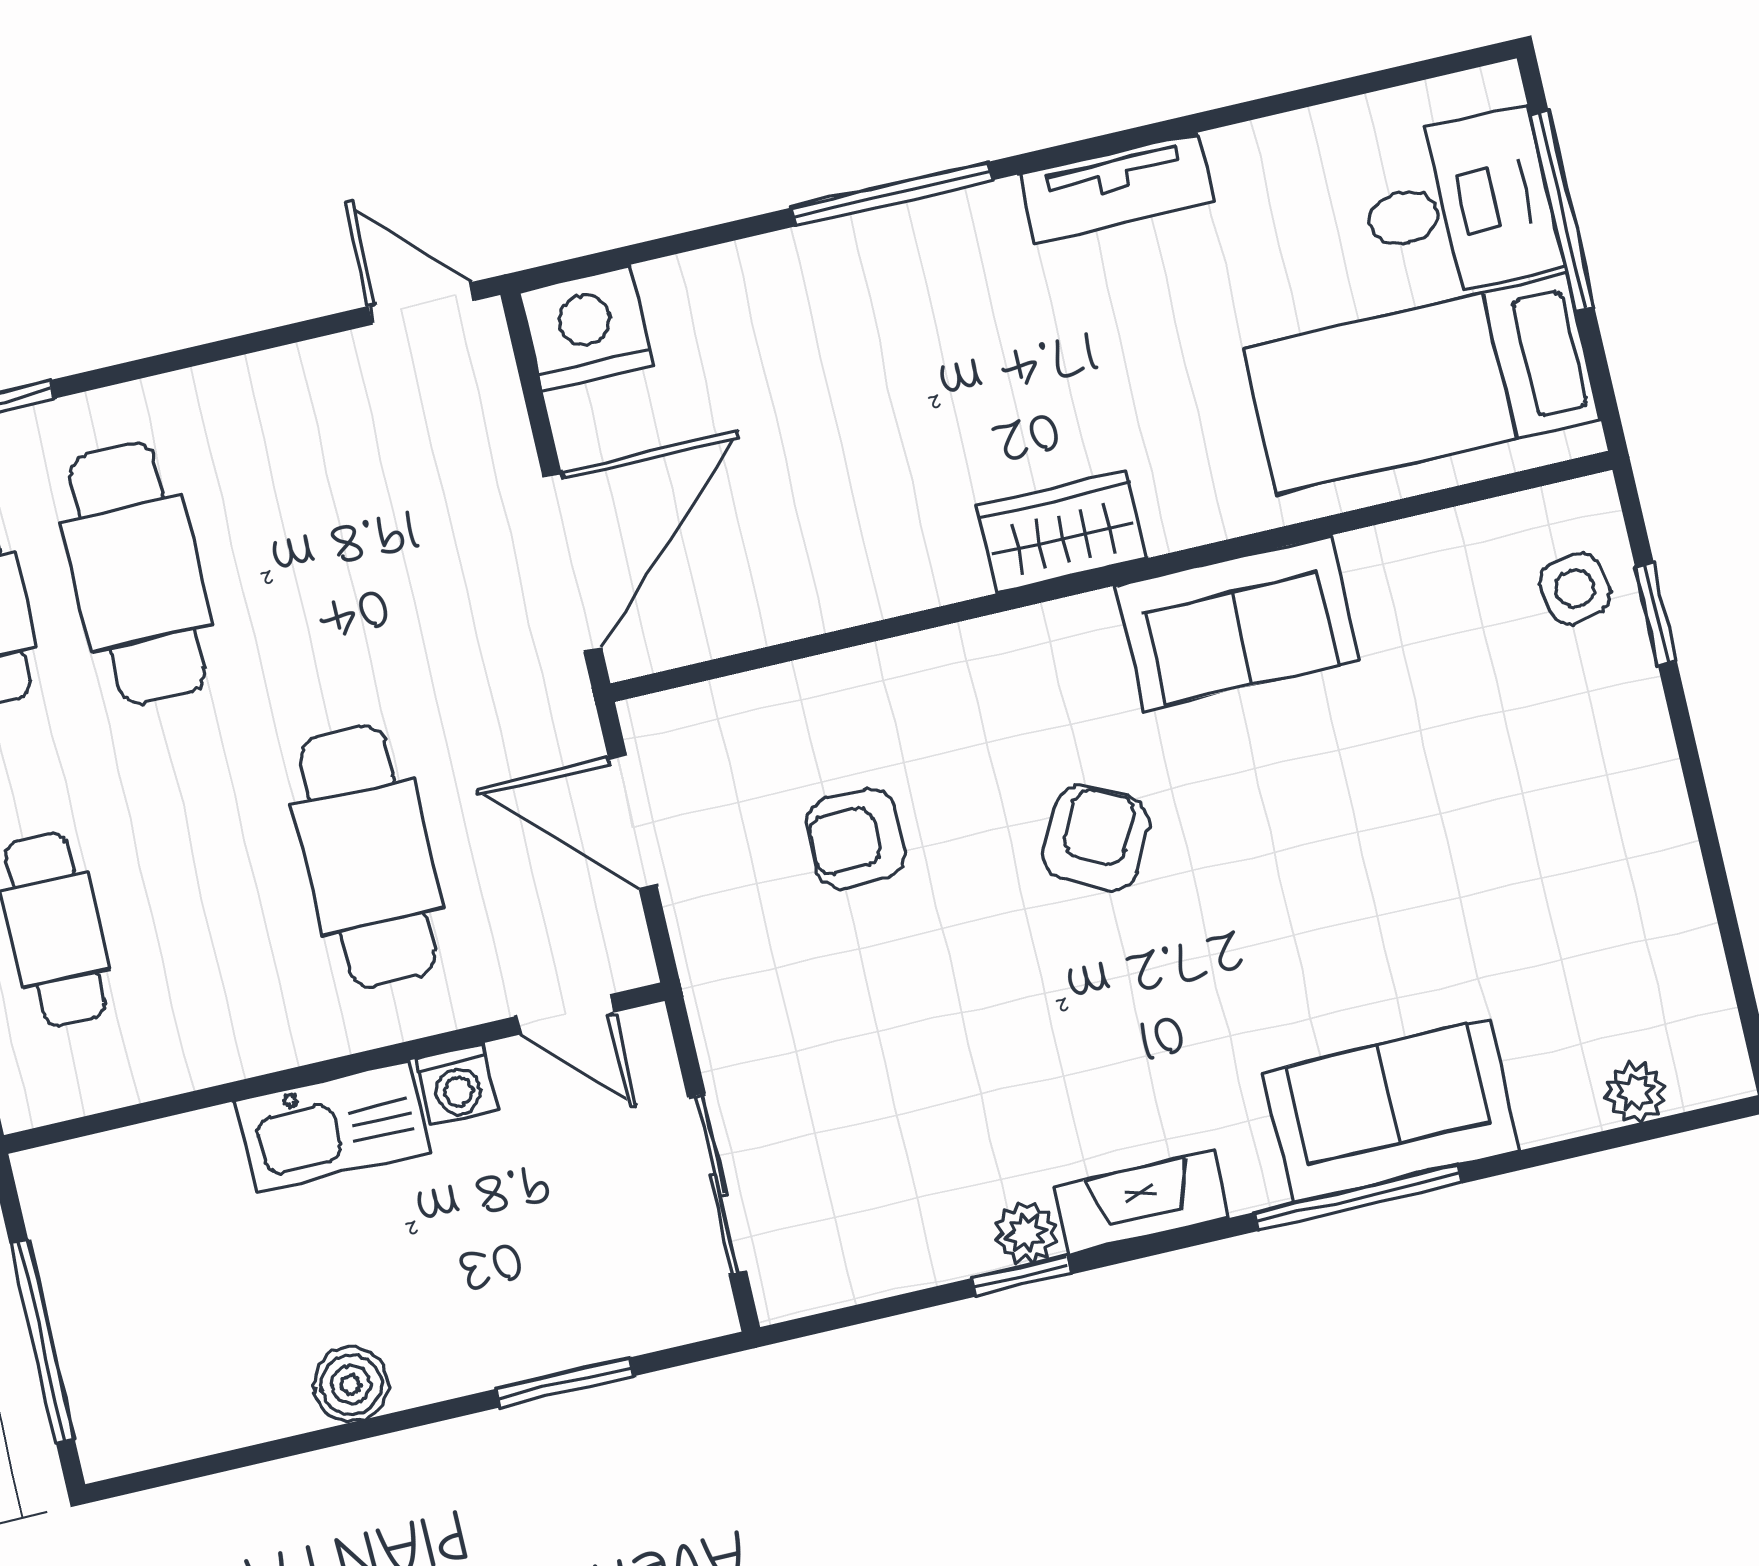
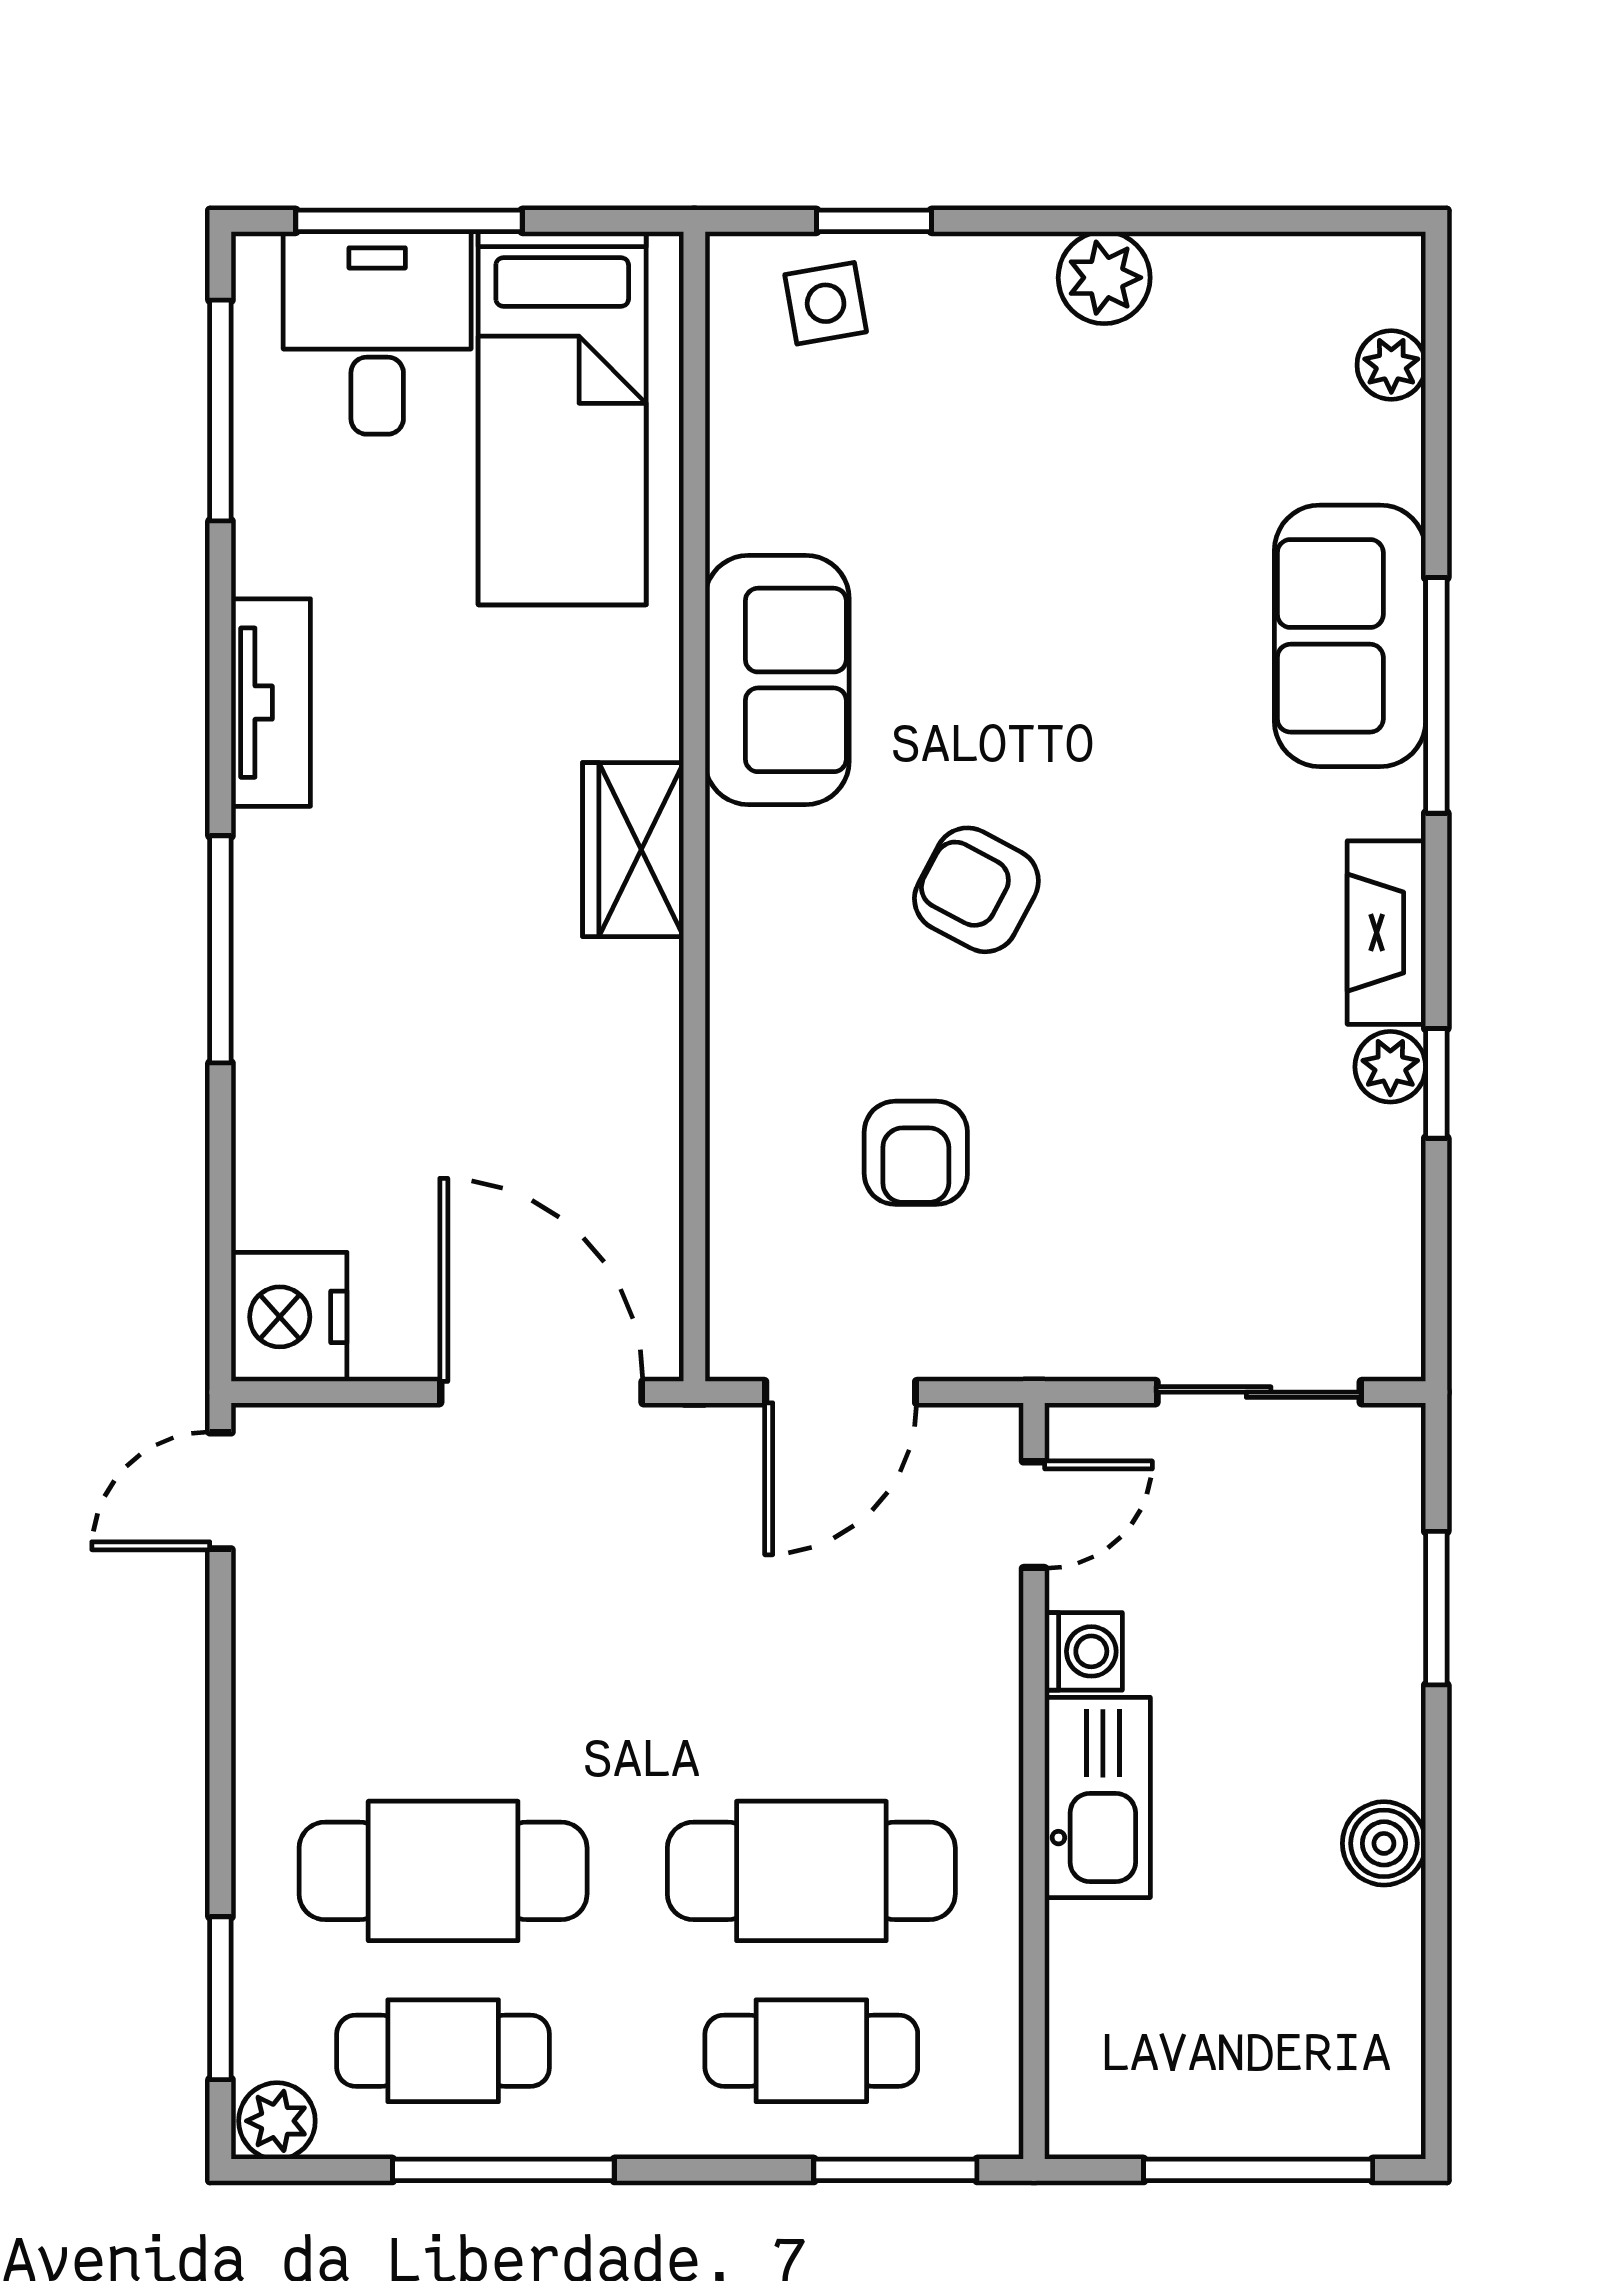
window: (1359, 85) -> (220, 411), added
plant: (1653, 825) -> (1104, 278), added
cafe table: (367, 857) -> (811, 1871), moved

